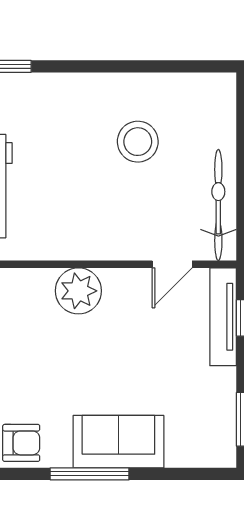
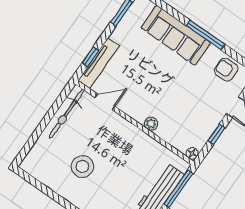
plant: (78, 291) -> (151, 124), width x0.53, depth x0.53
sofa: (118, 442) -> (176, 35), width x1.36

